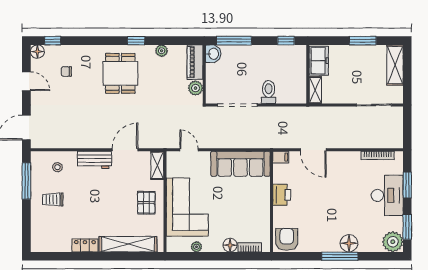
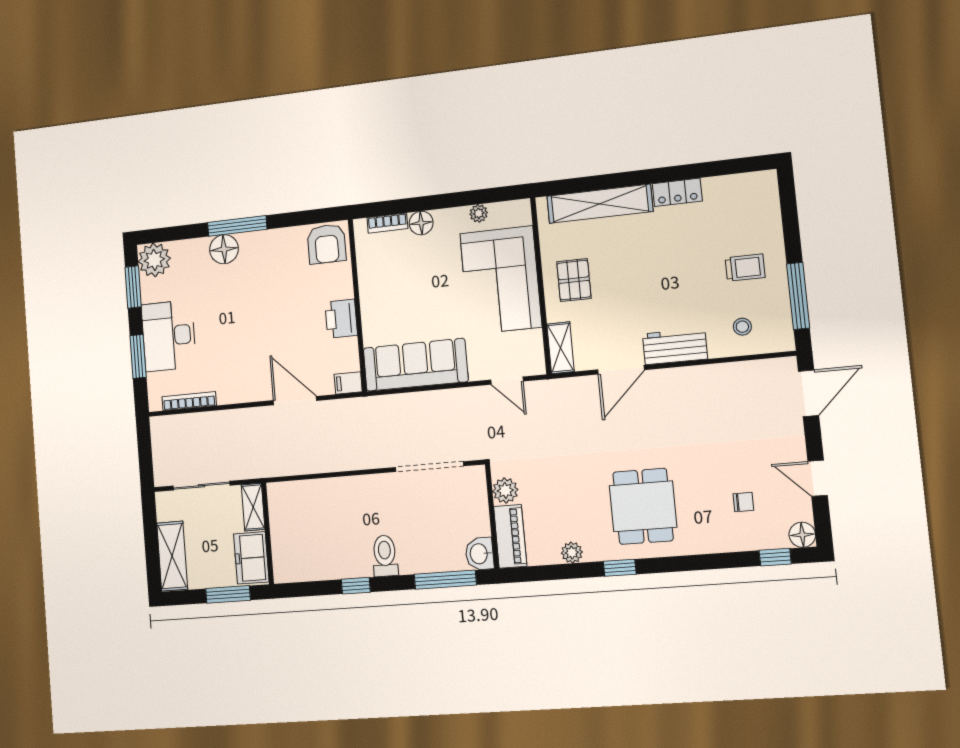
freezer: (319, 61) -> (251, 558), moved
wall: (308, 74) -> (268, 533), moved
shelving: (315, 90) -> (253, 507), moved
toilet: (269, 92) -> (385, 556), moved, turned 180

